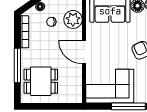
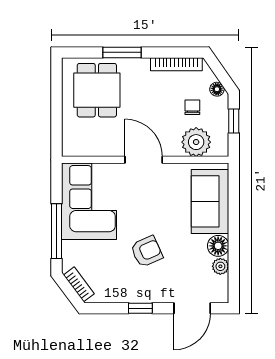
door: (84, 52) -> (144, 160), hinge flipped
window: (17, 65) -> (122, 52), width x0.69

